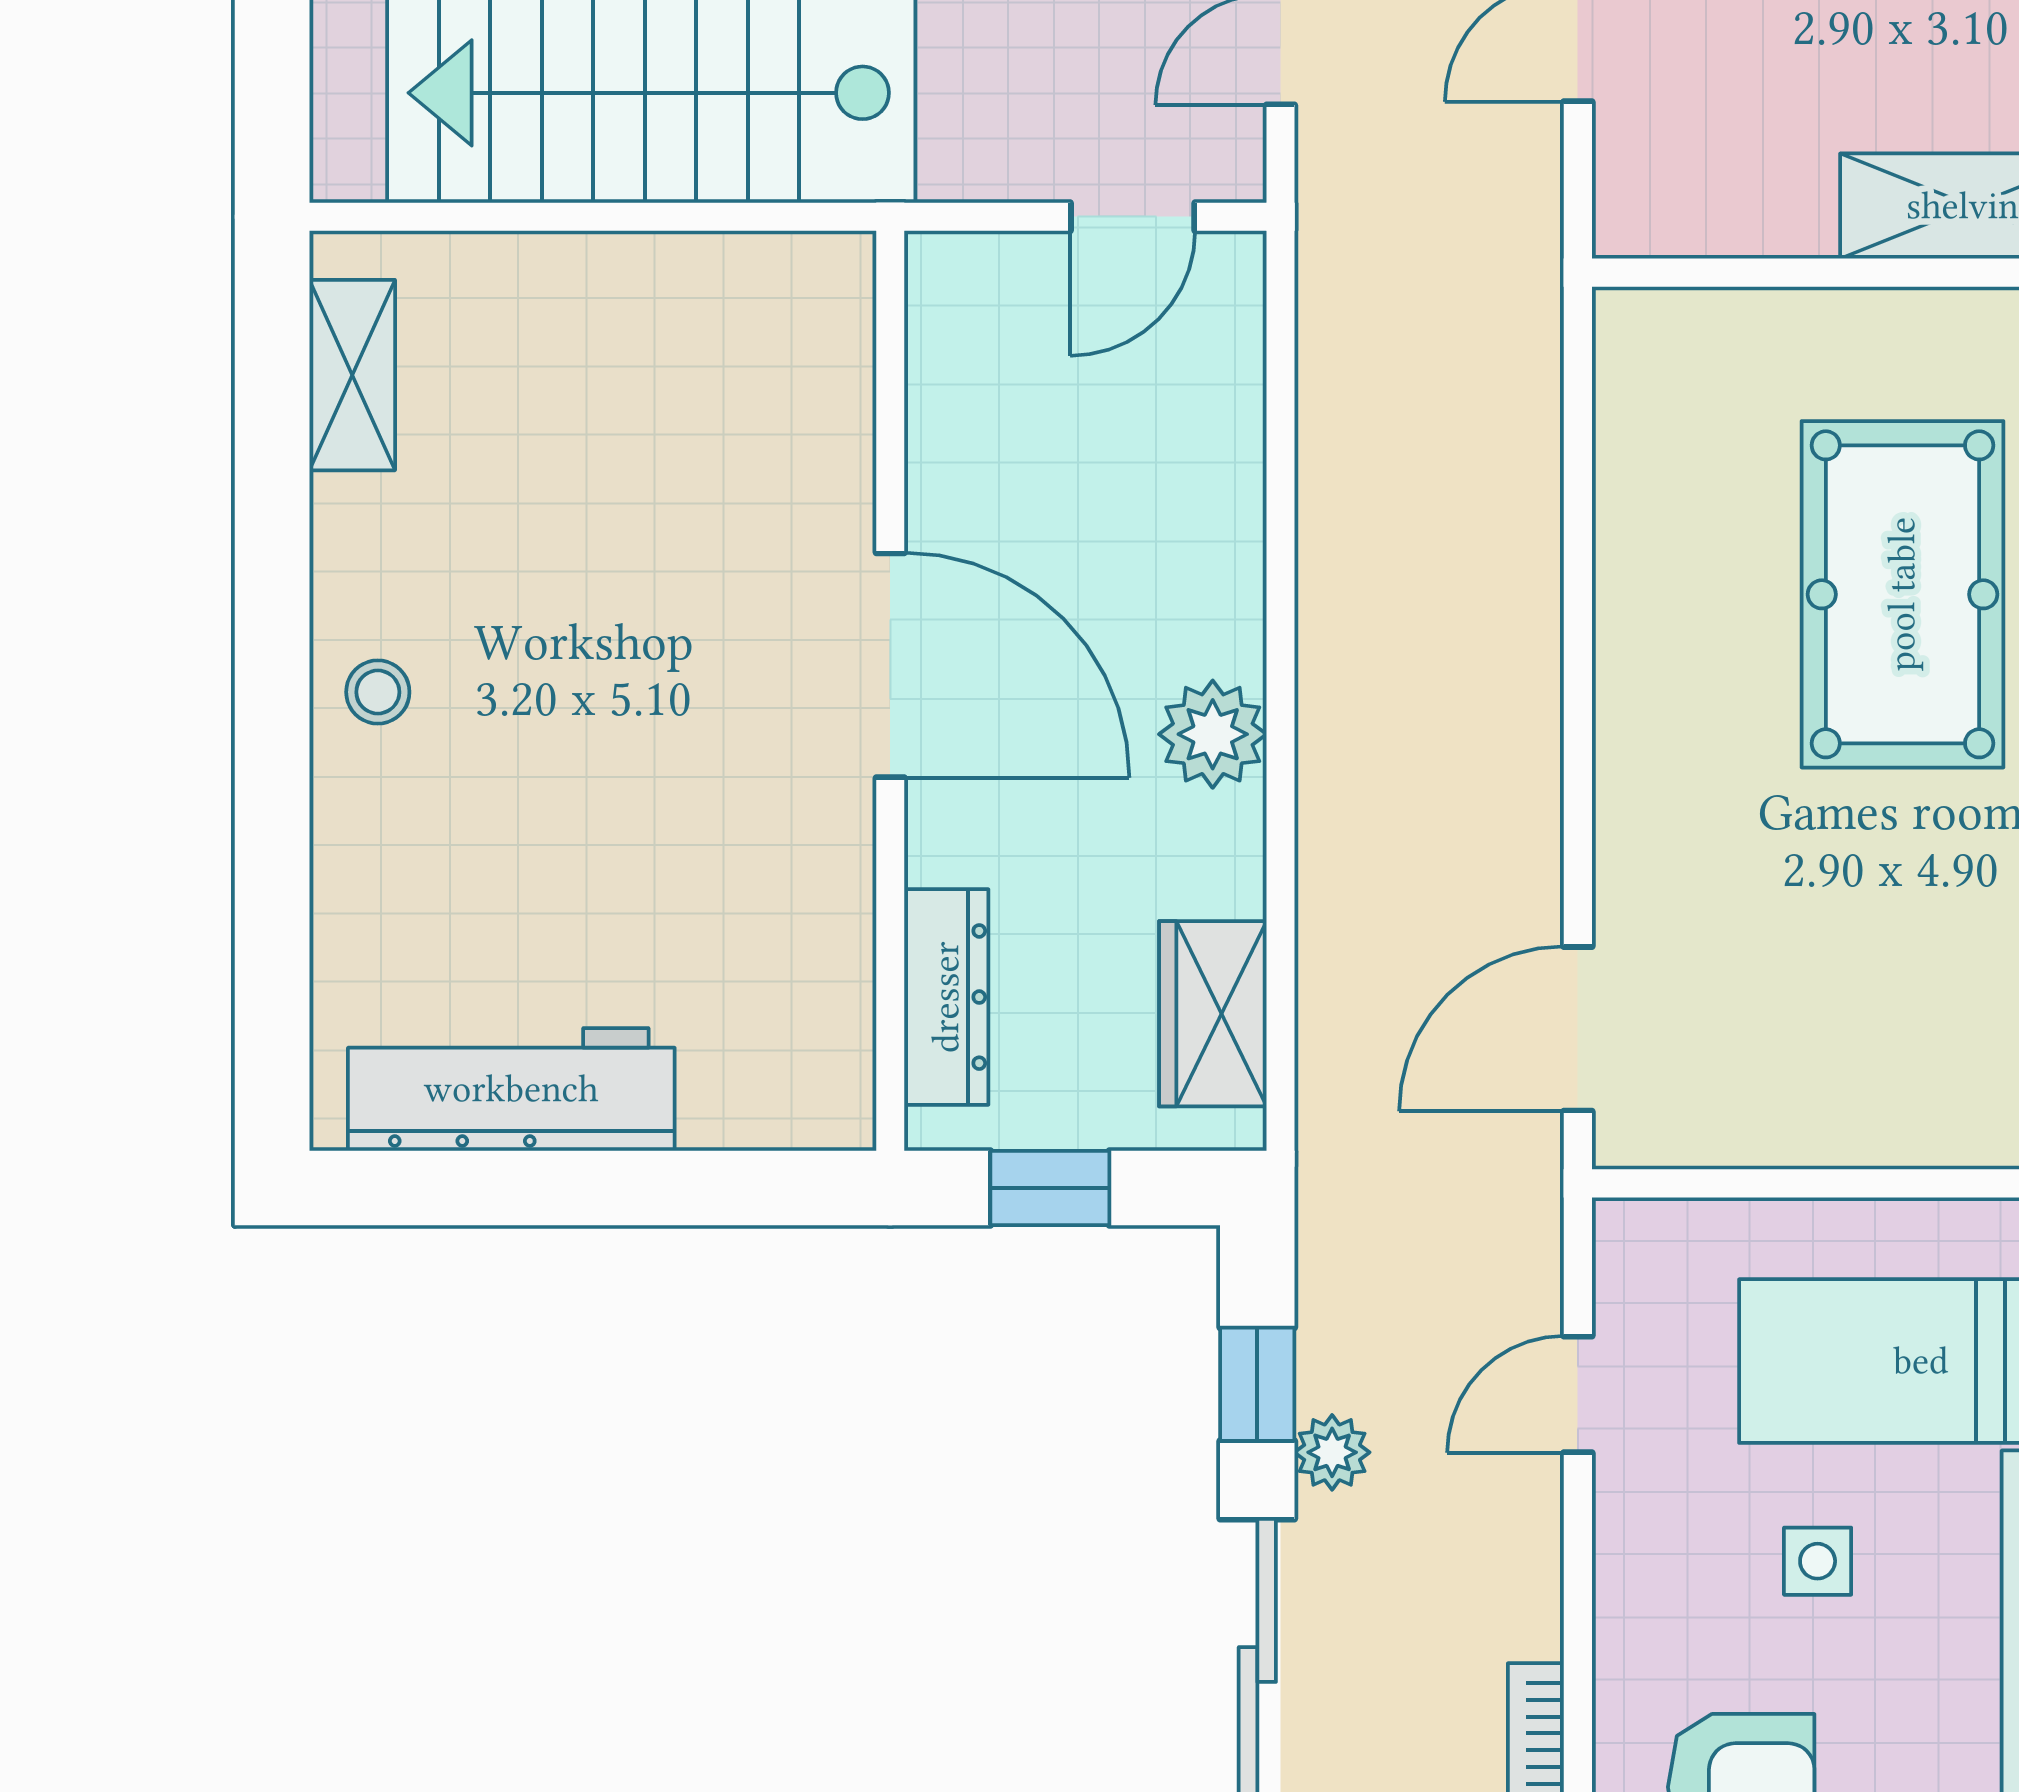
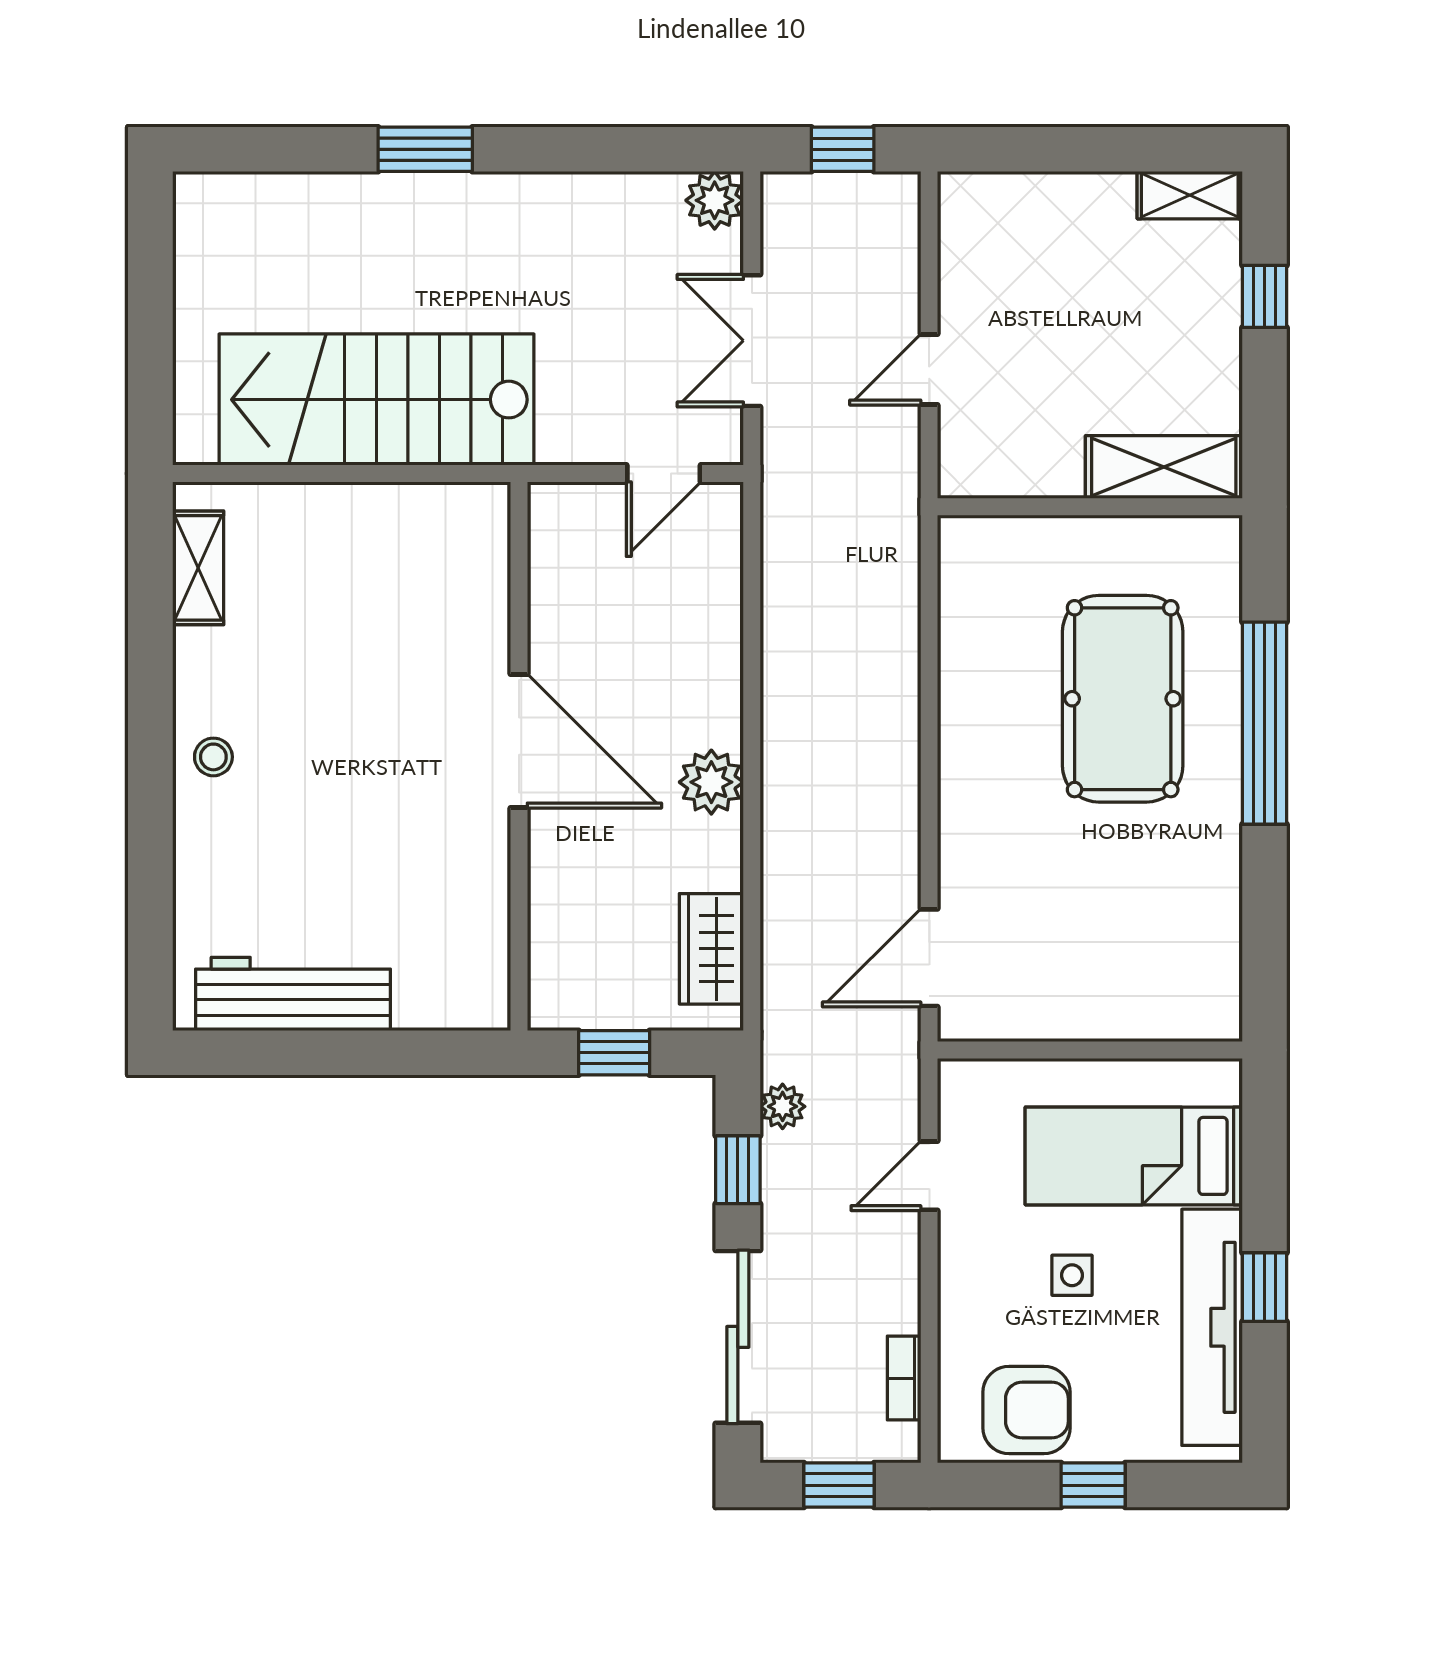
dresser: (946, 997) -> (552, 939), removed
plant: (1332, 1452) -> (783, 1106), moved

